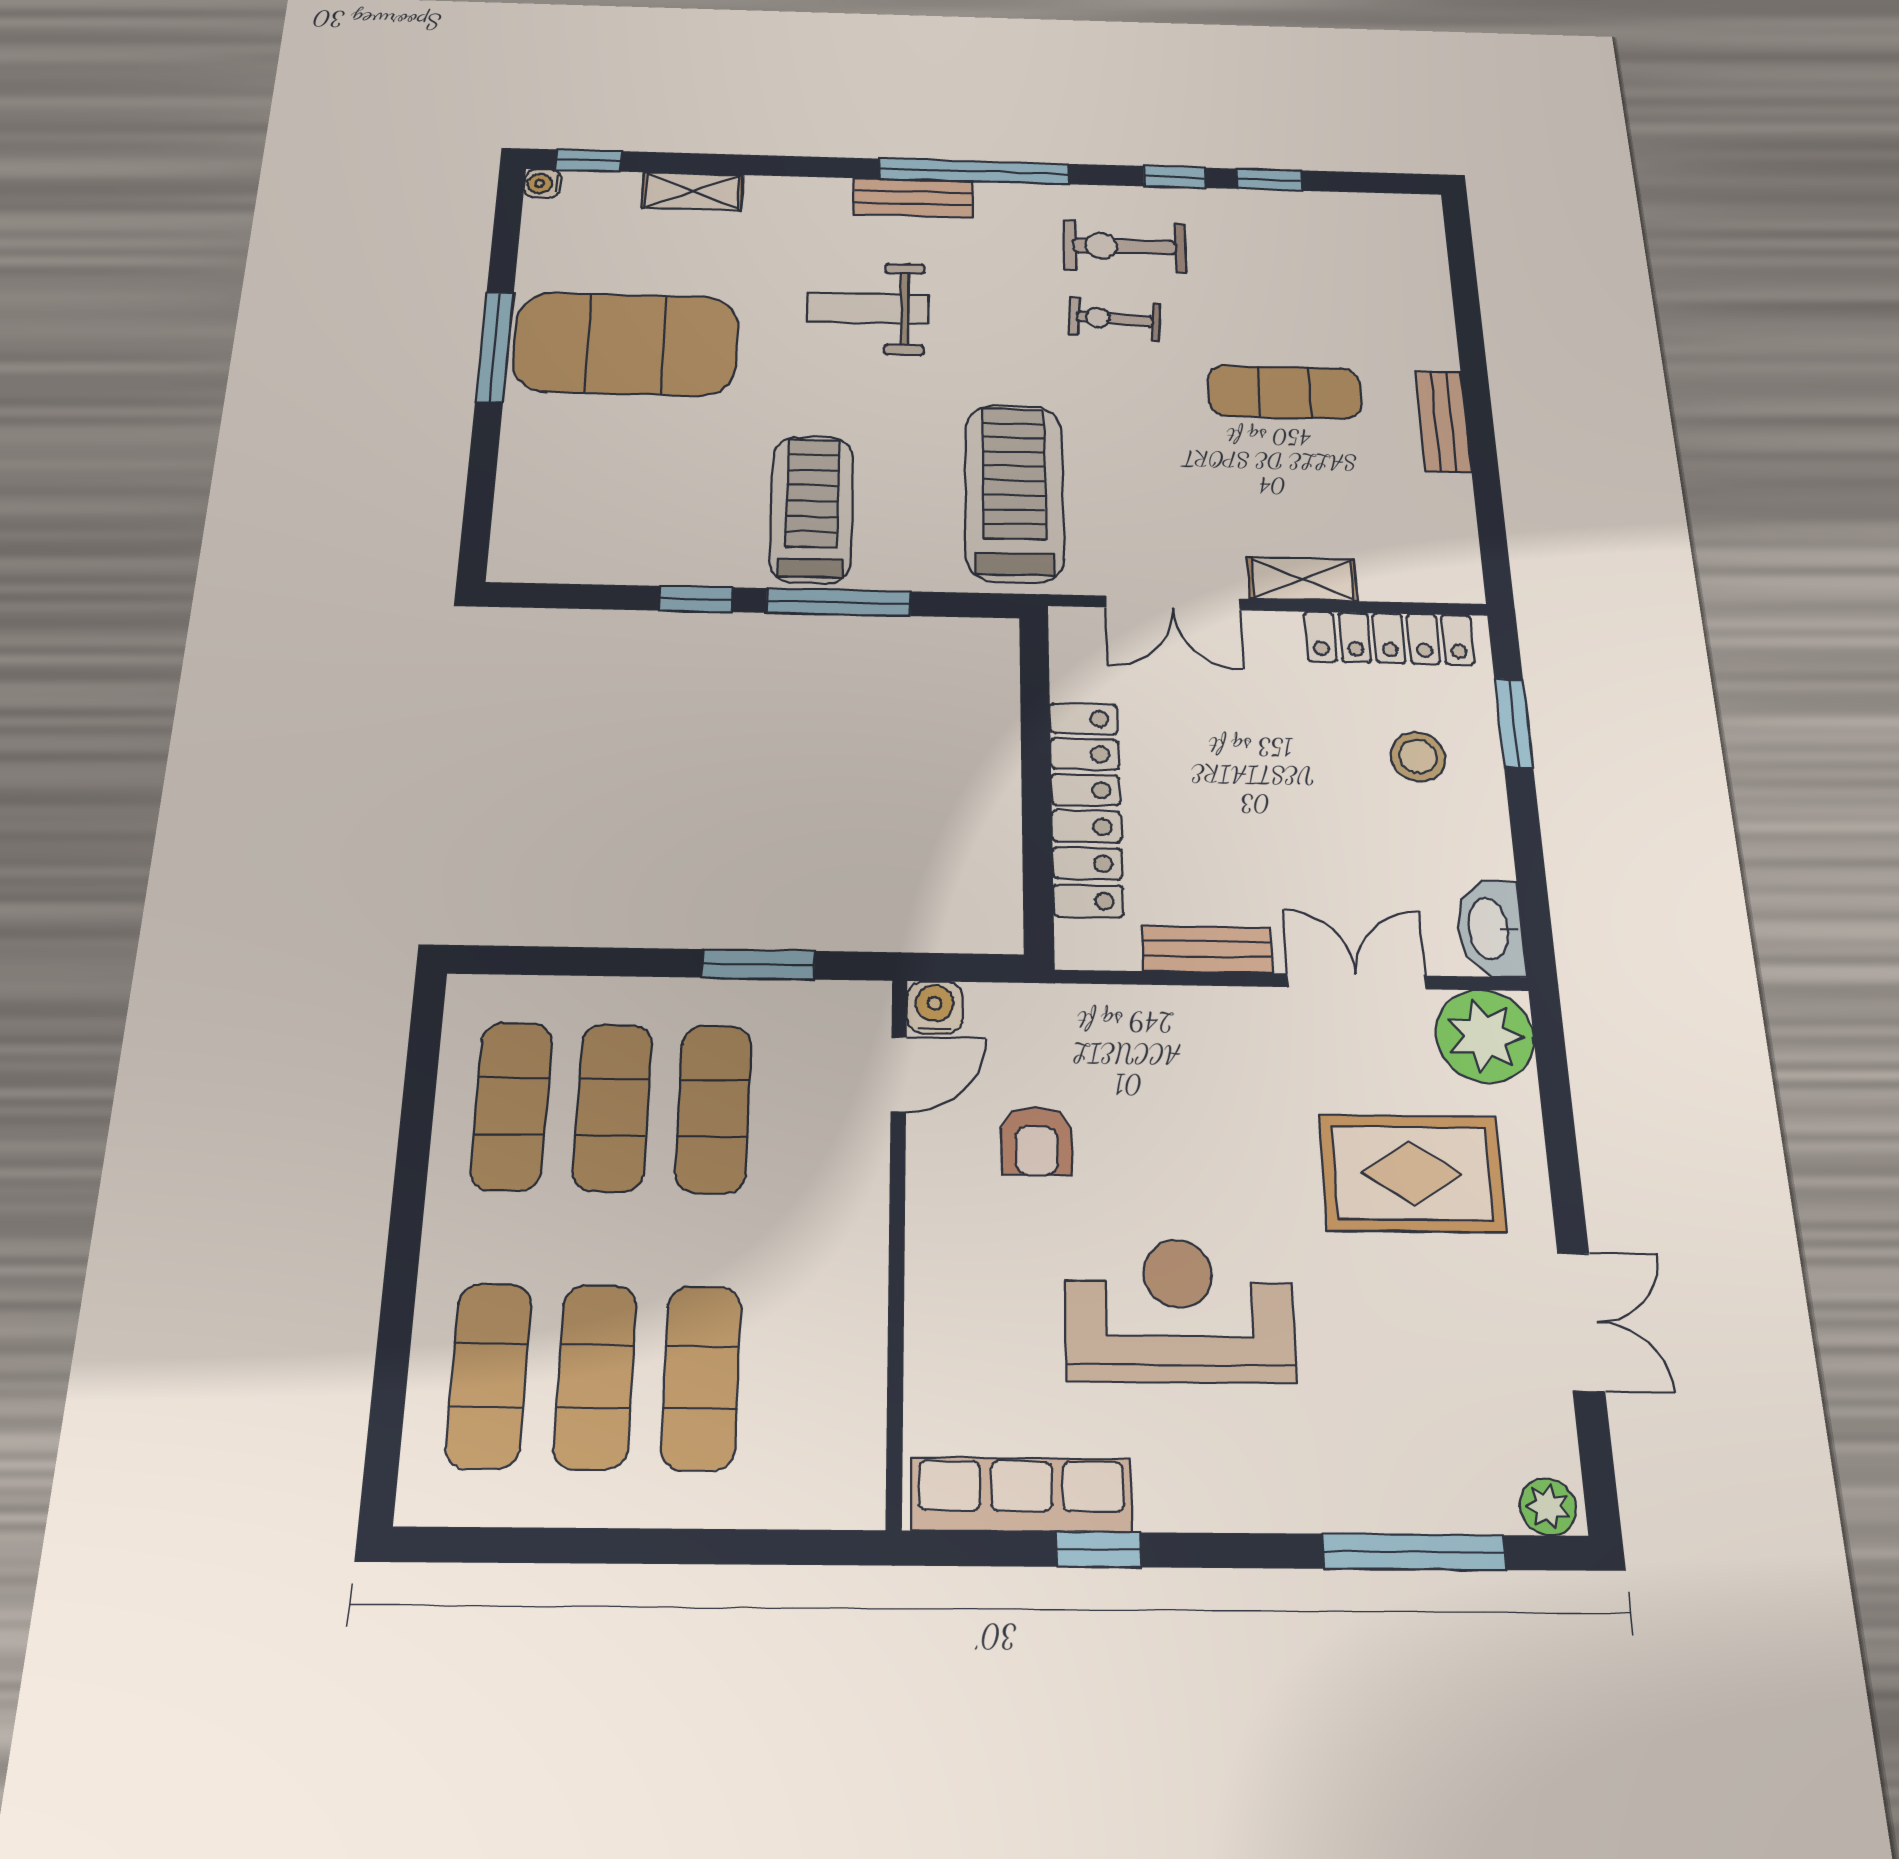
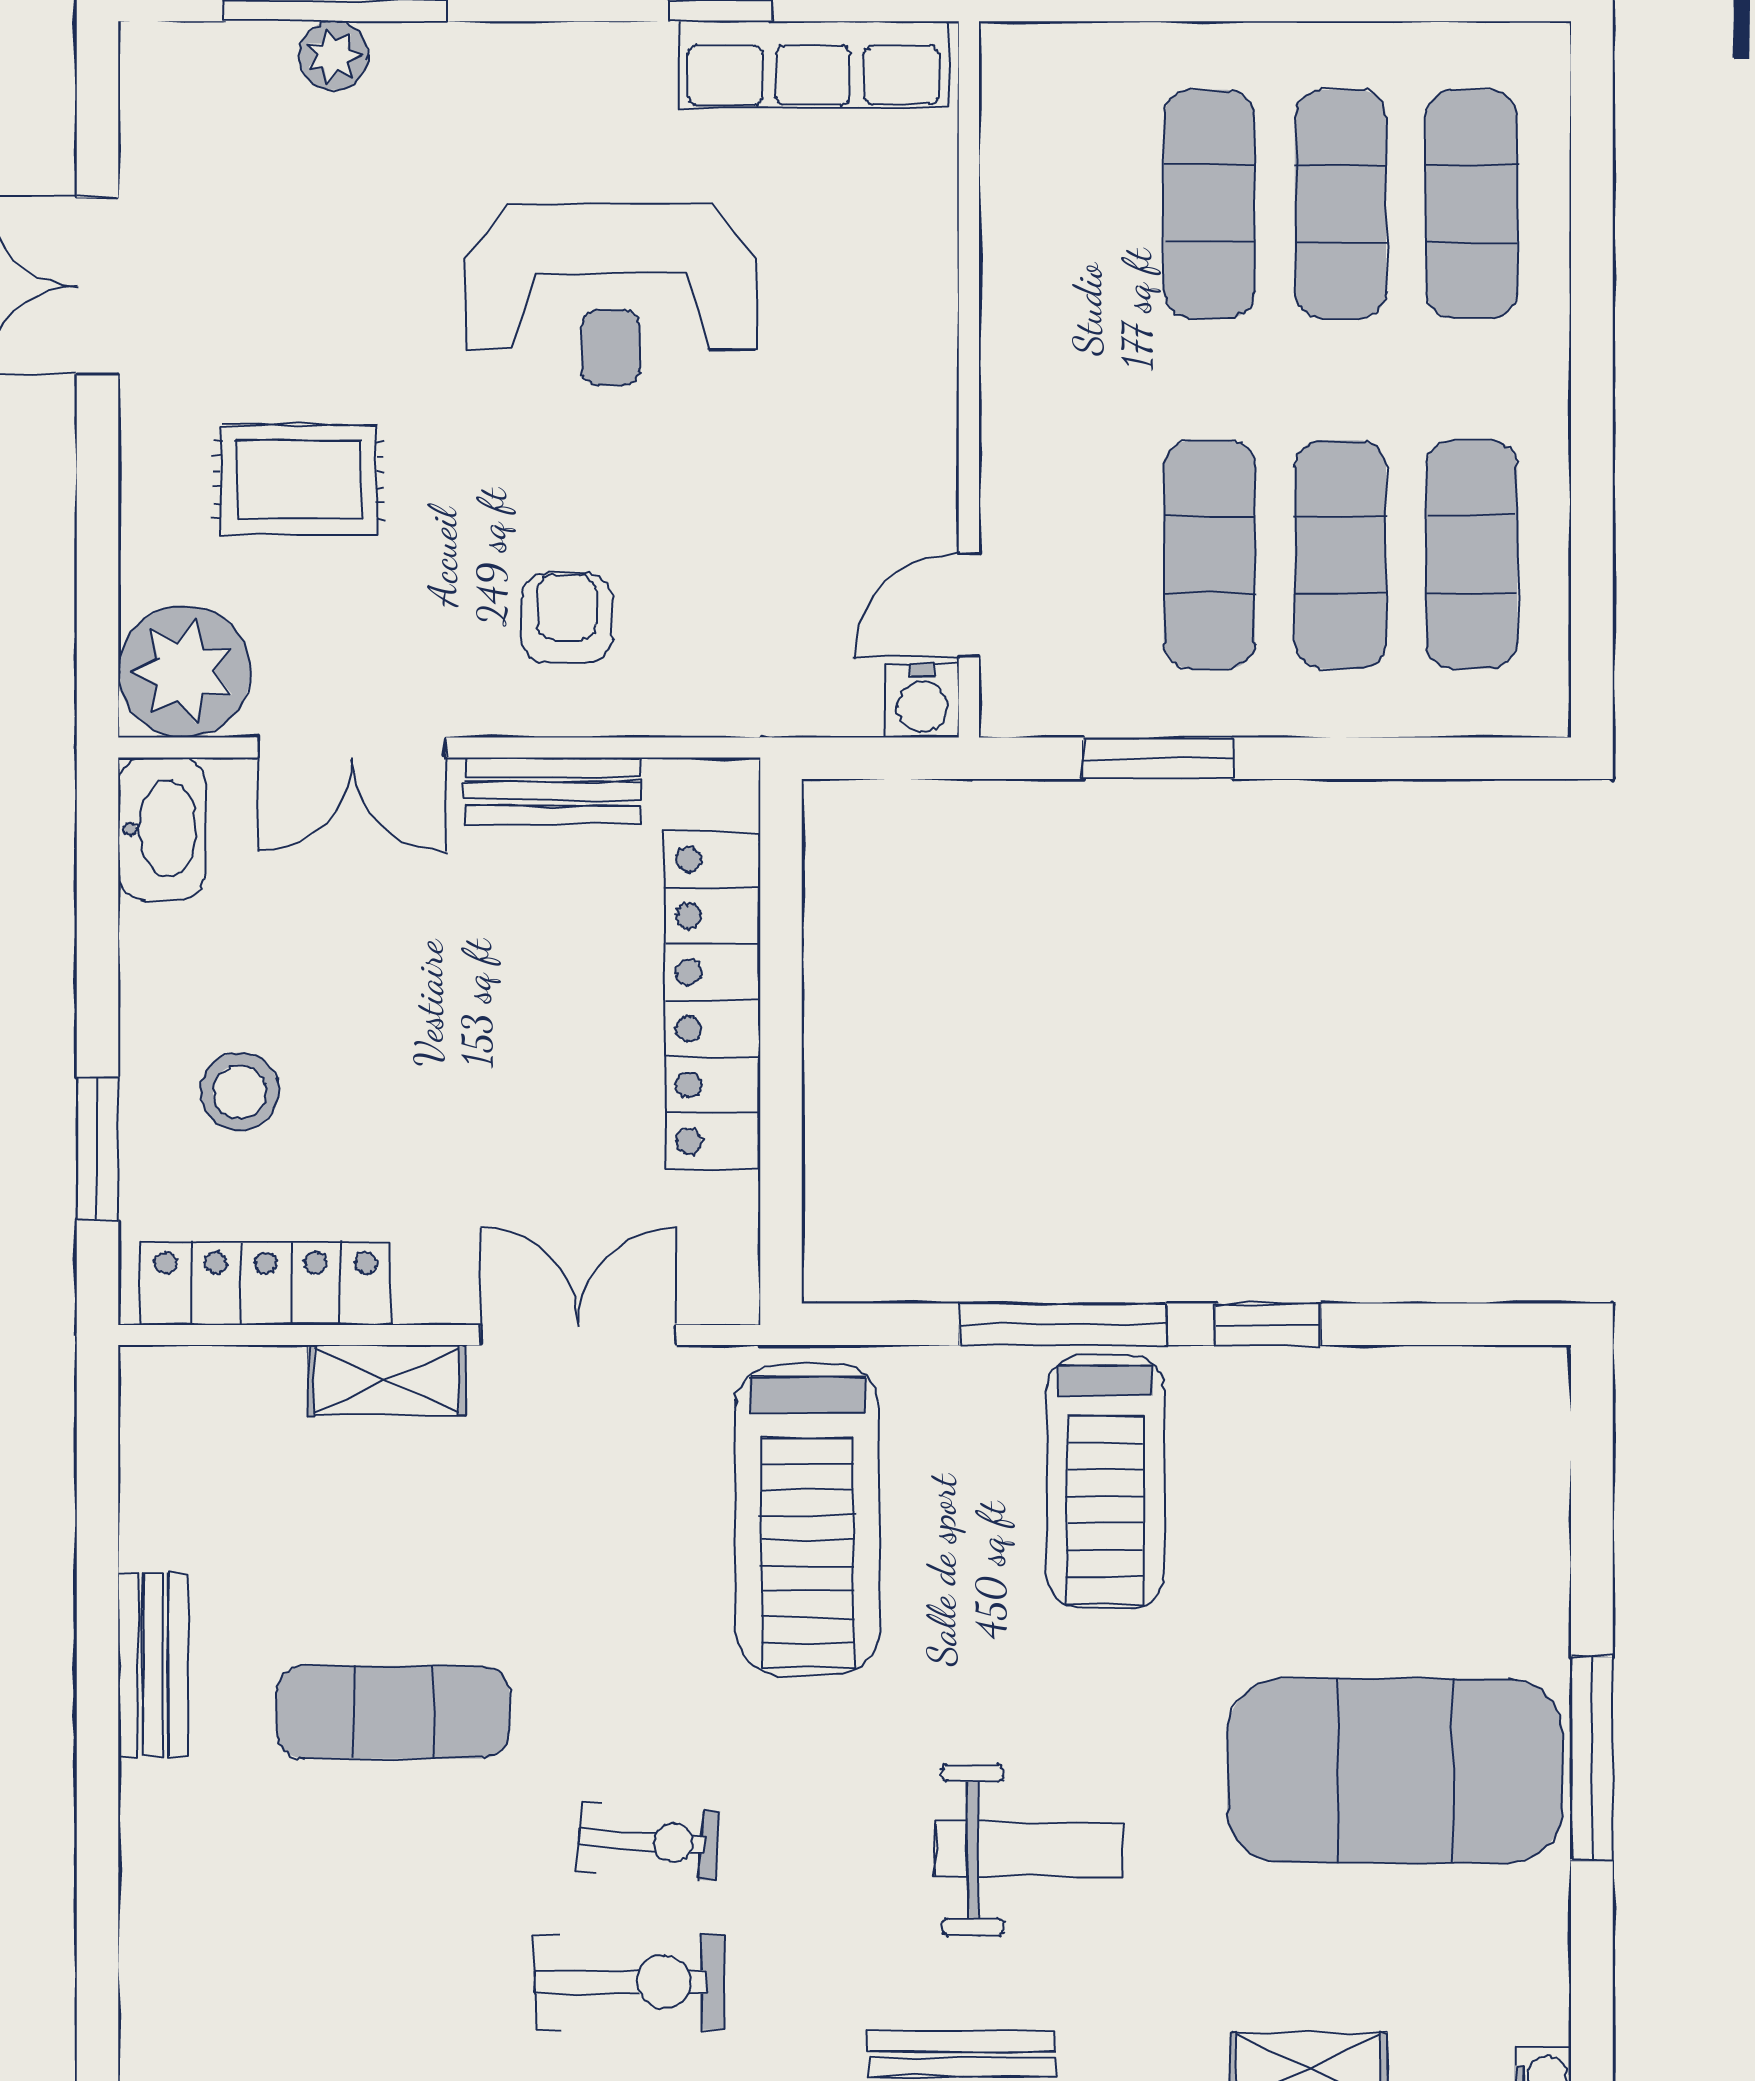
armchair: (1036, 1141) -> (567, 618), moved
rug: (1412, 1173) -> (298, 479), width x0.73, depth x0.70
plant: (1548, 1507) -> (333, 56), moved

